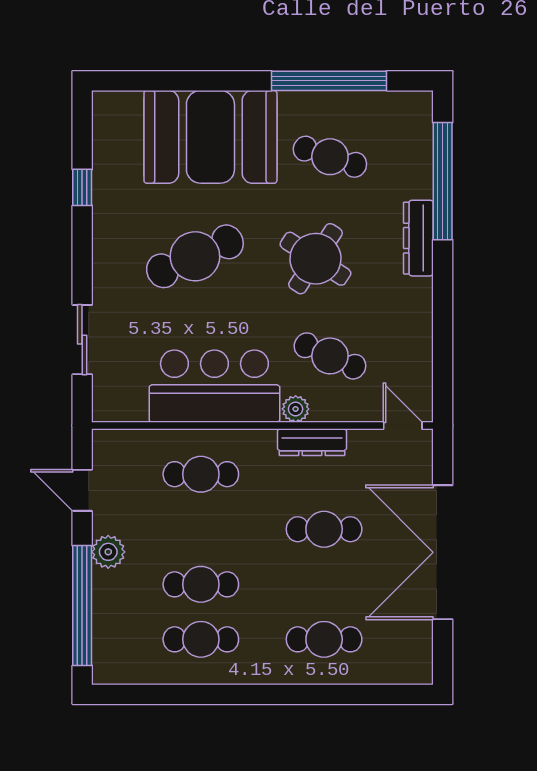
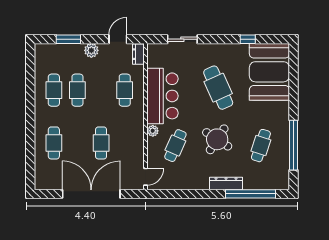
booth: (210, 137) -> (269, 72), moved
dresser: (312, 442) -> (138, 54), moved, width x0.70
window: (82, 606) -> (68, 39), width x0.47

